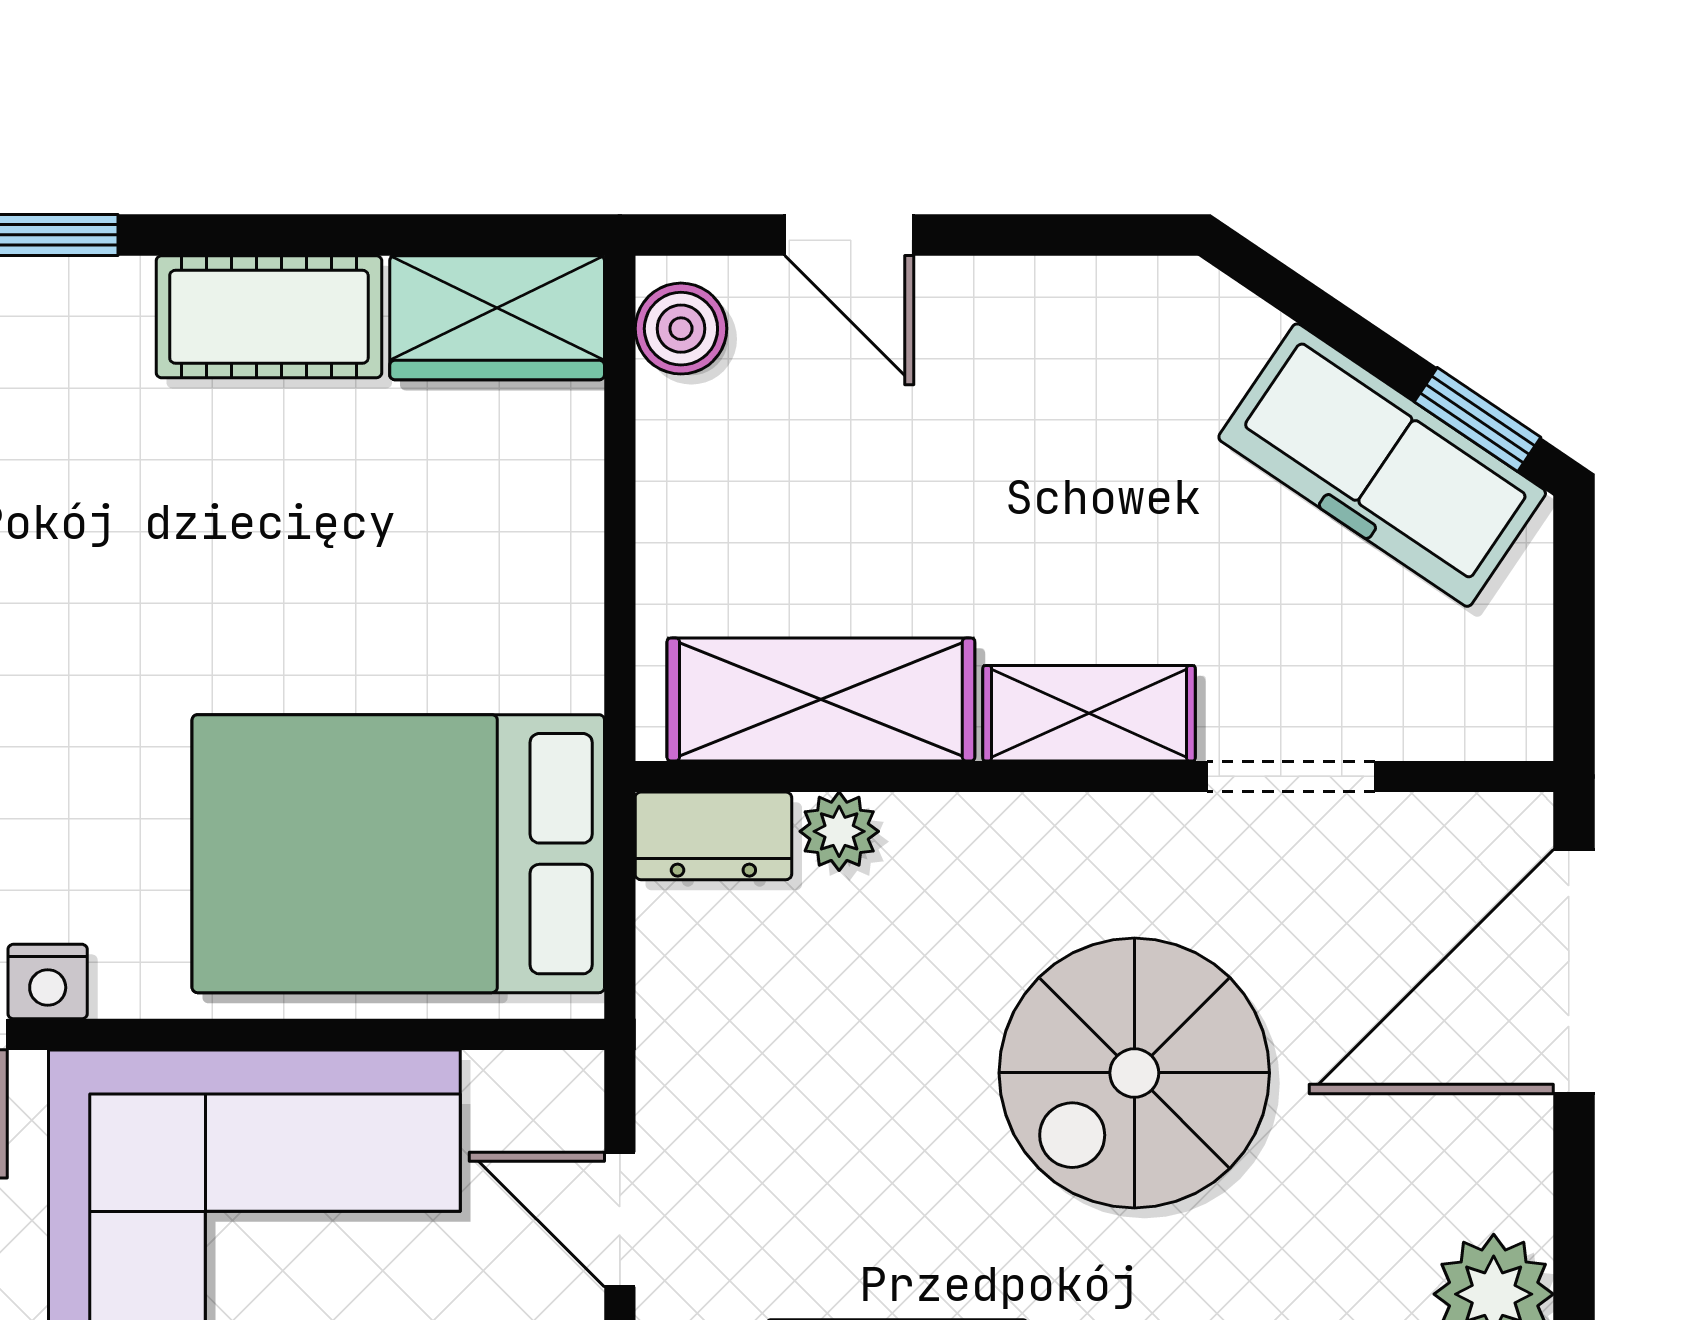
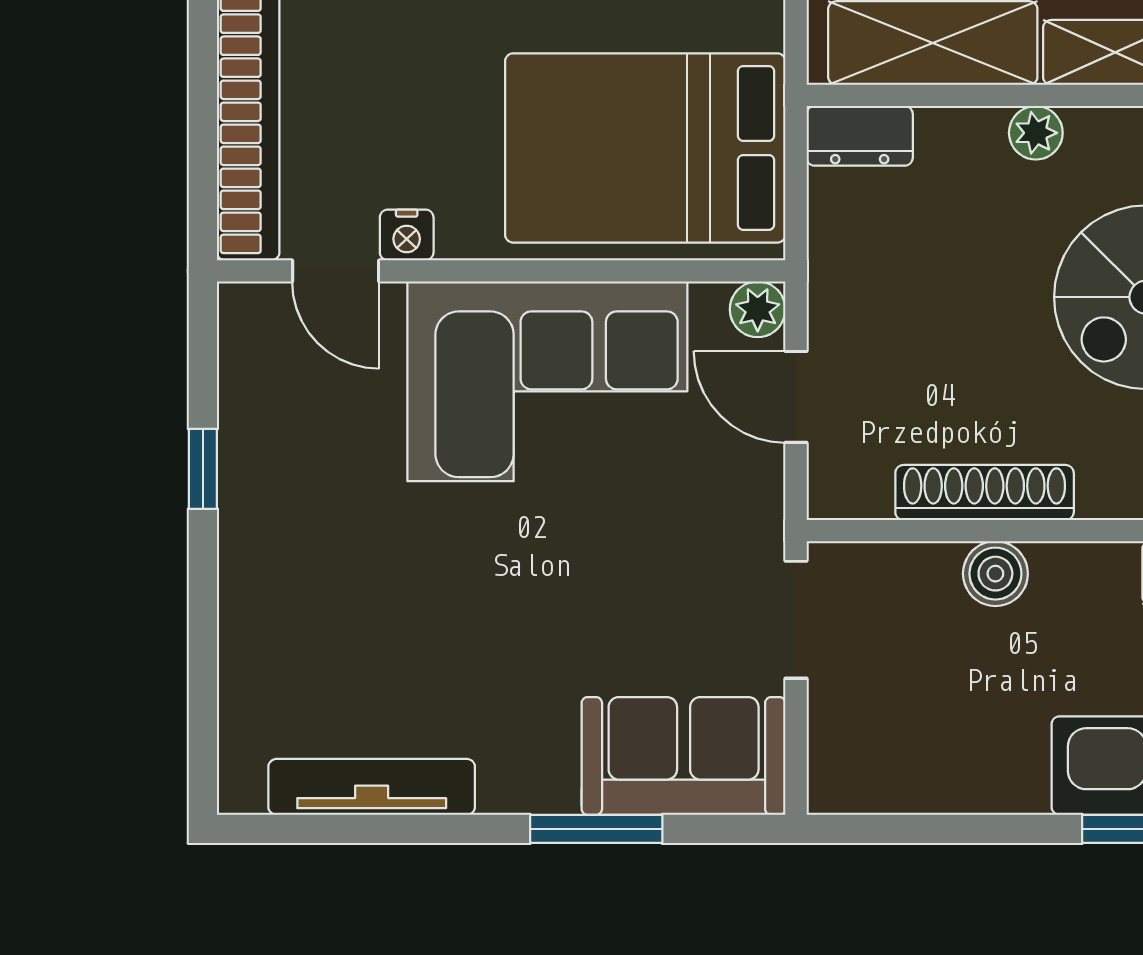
plant: (839, 831) -> (1036, 133), moved
plant: (563, 1091) -> (758, 309), added

